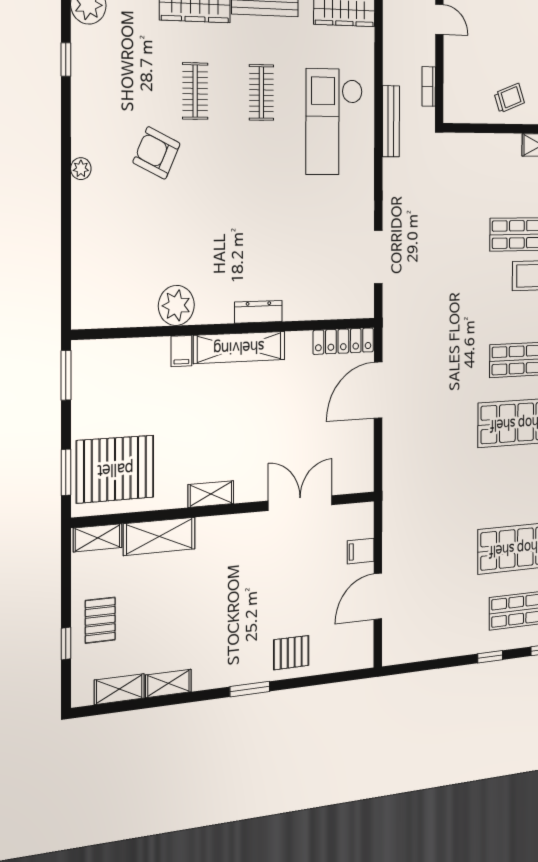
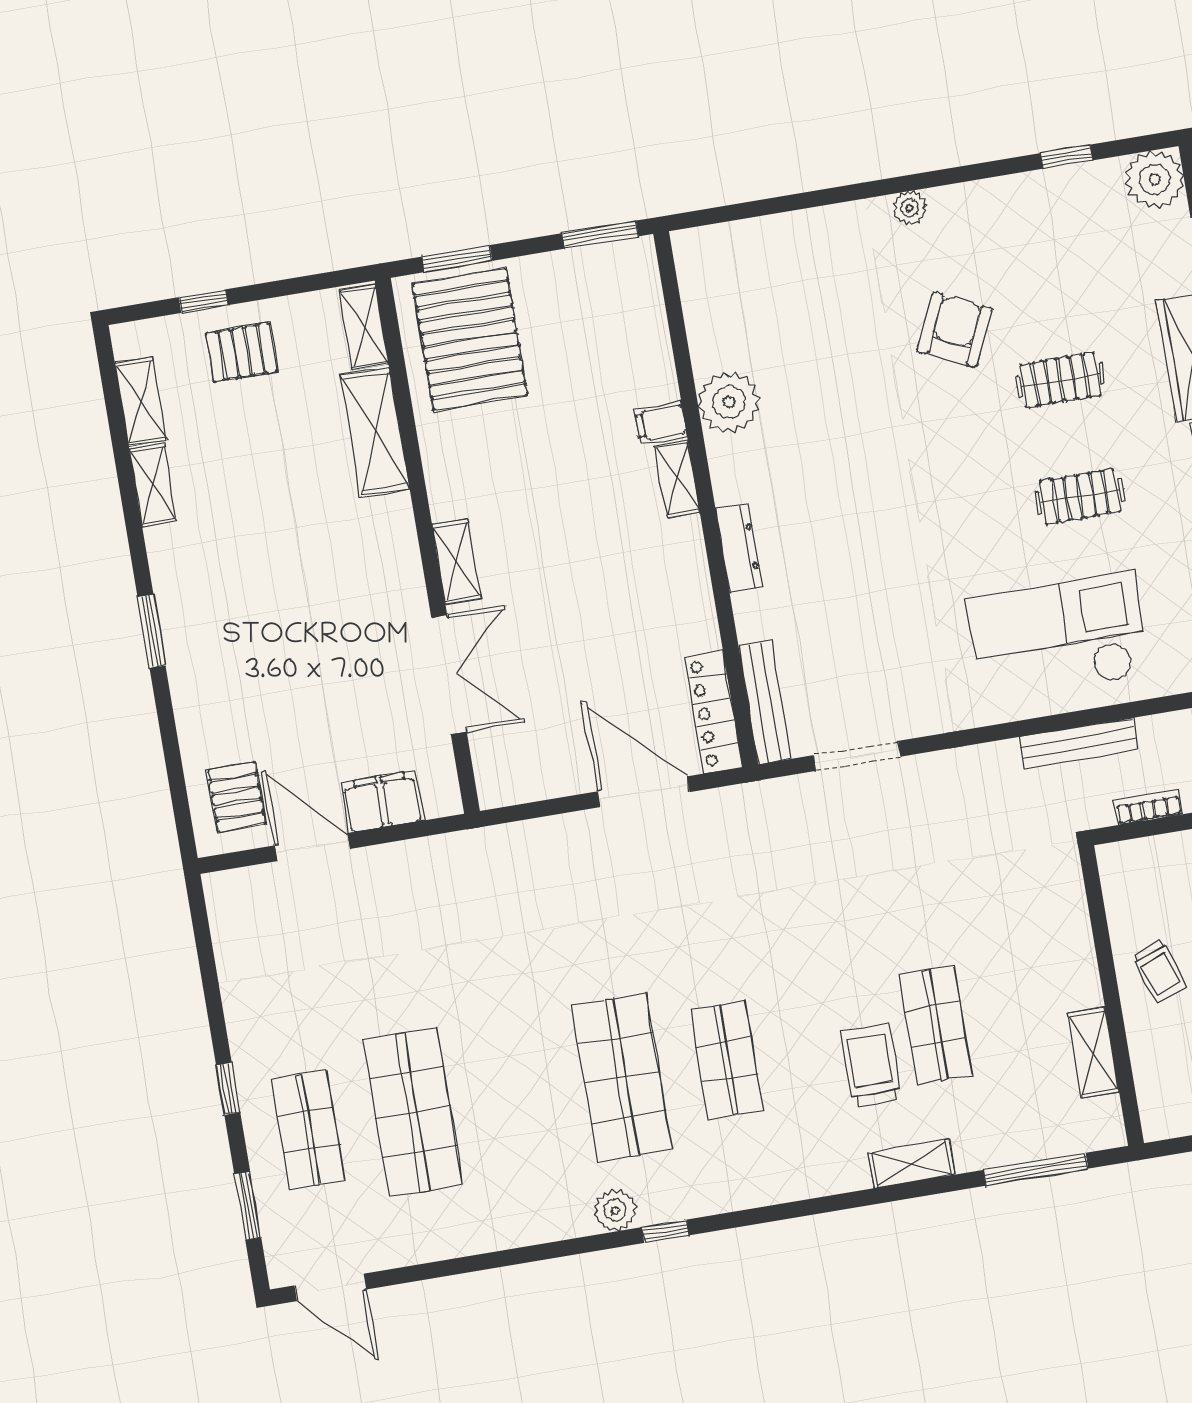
bench: (343, 309) -> (765, 703), added
shelving: (239, 347) -> (677, 479), width x0.45, depth x0.75
shelving: (211, 494) -> (456, 561), moved
filing cabinet: (361, 551) -> (382, 802), width x2.00
pallet: (291, 653) -> (237, 797), moved

